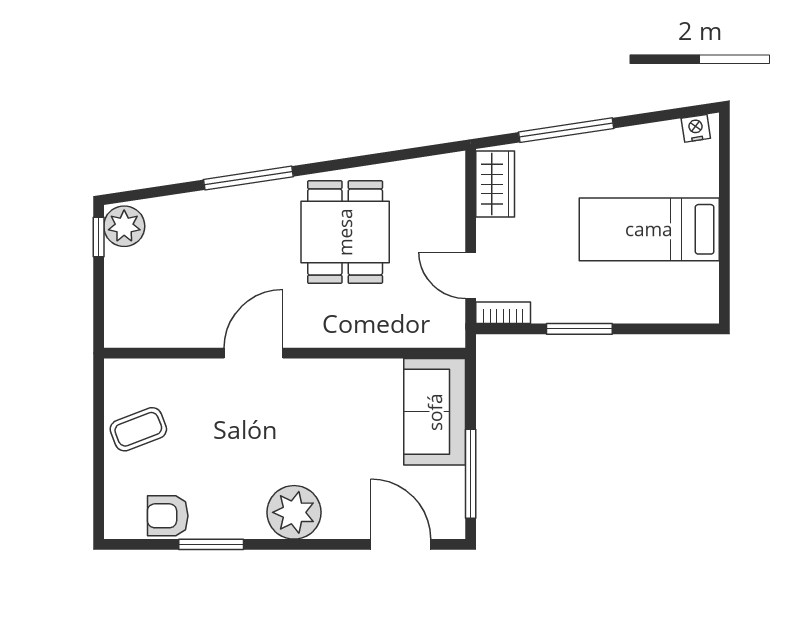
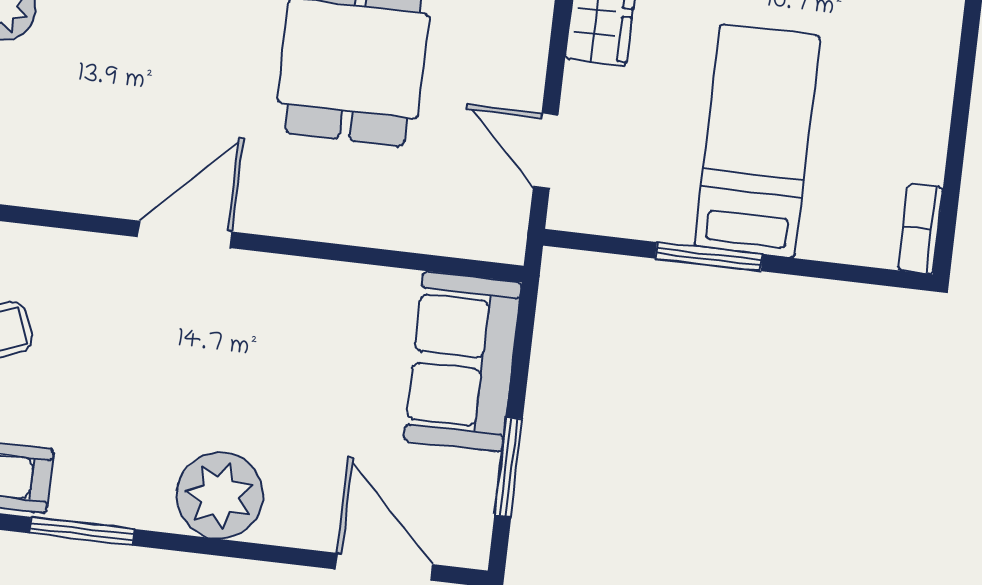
bed: (649, 229) -> (757, 141), moved, turned 90
bookcase: (503, 313) -> (921, 229), moved, turned -90
window: (471, 474) -> (509, 467), width x0.69

